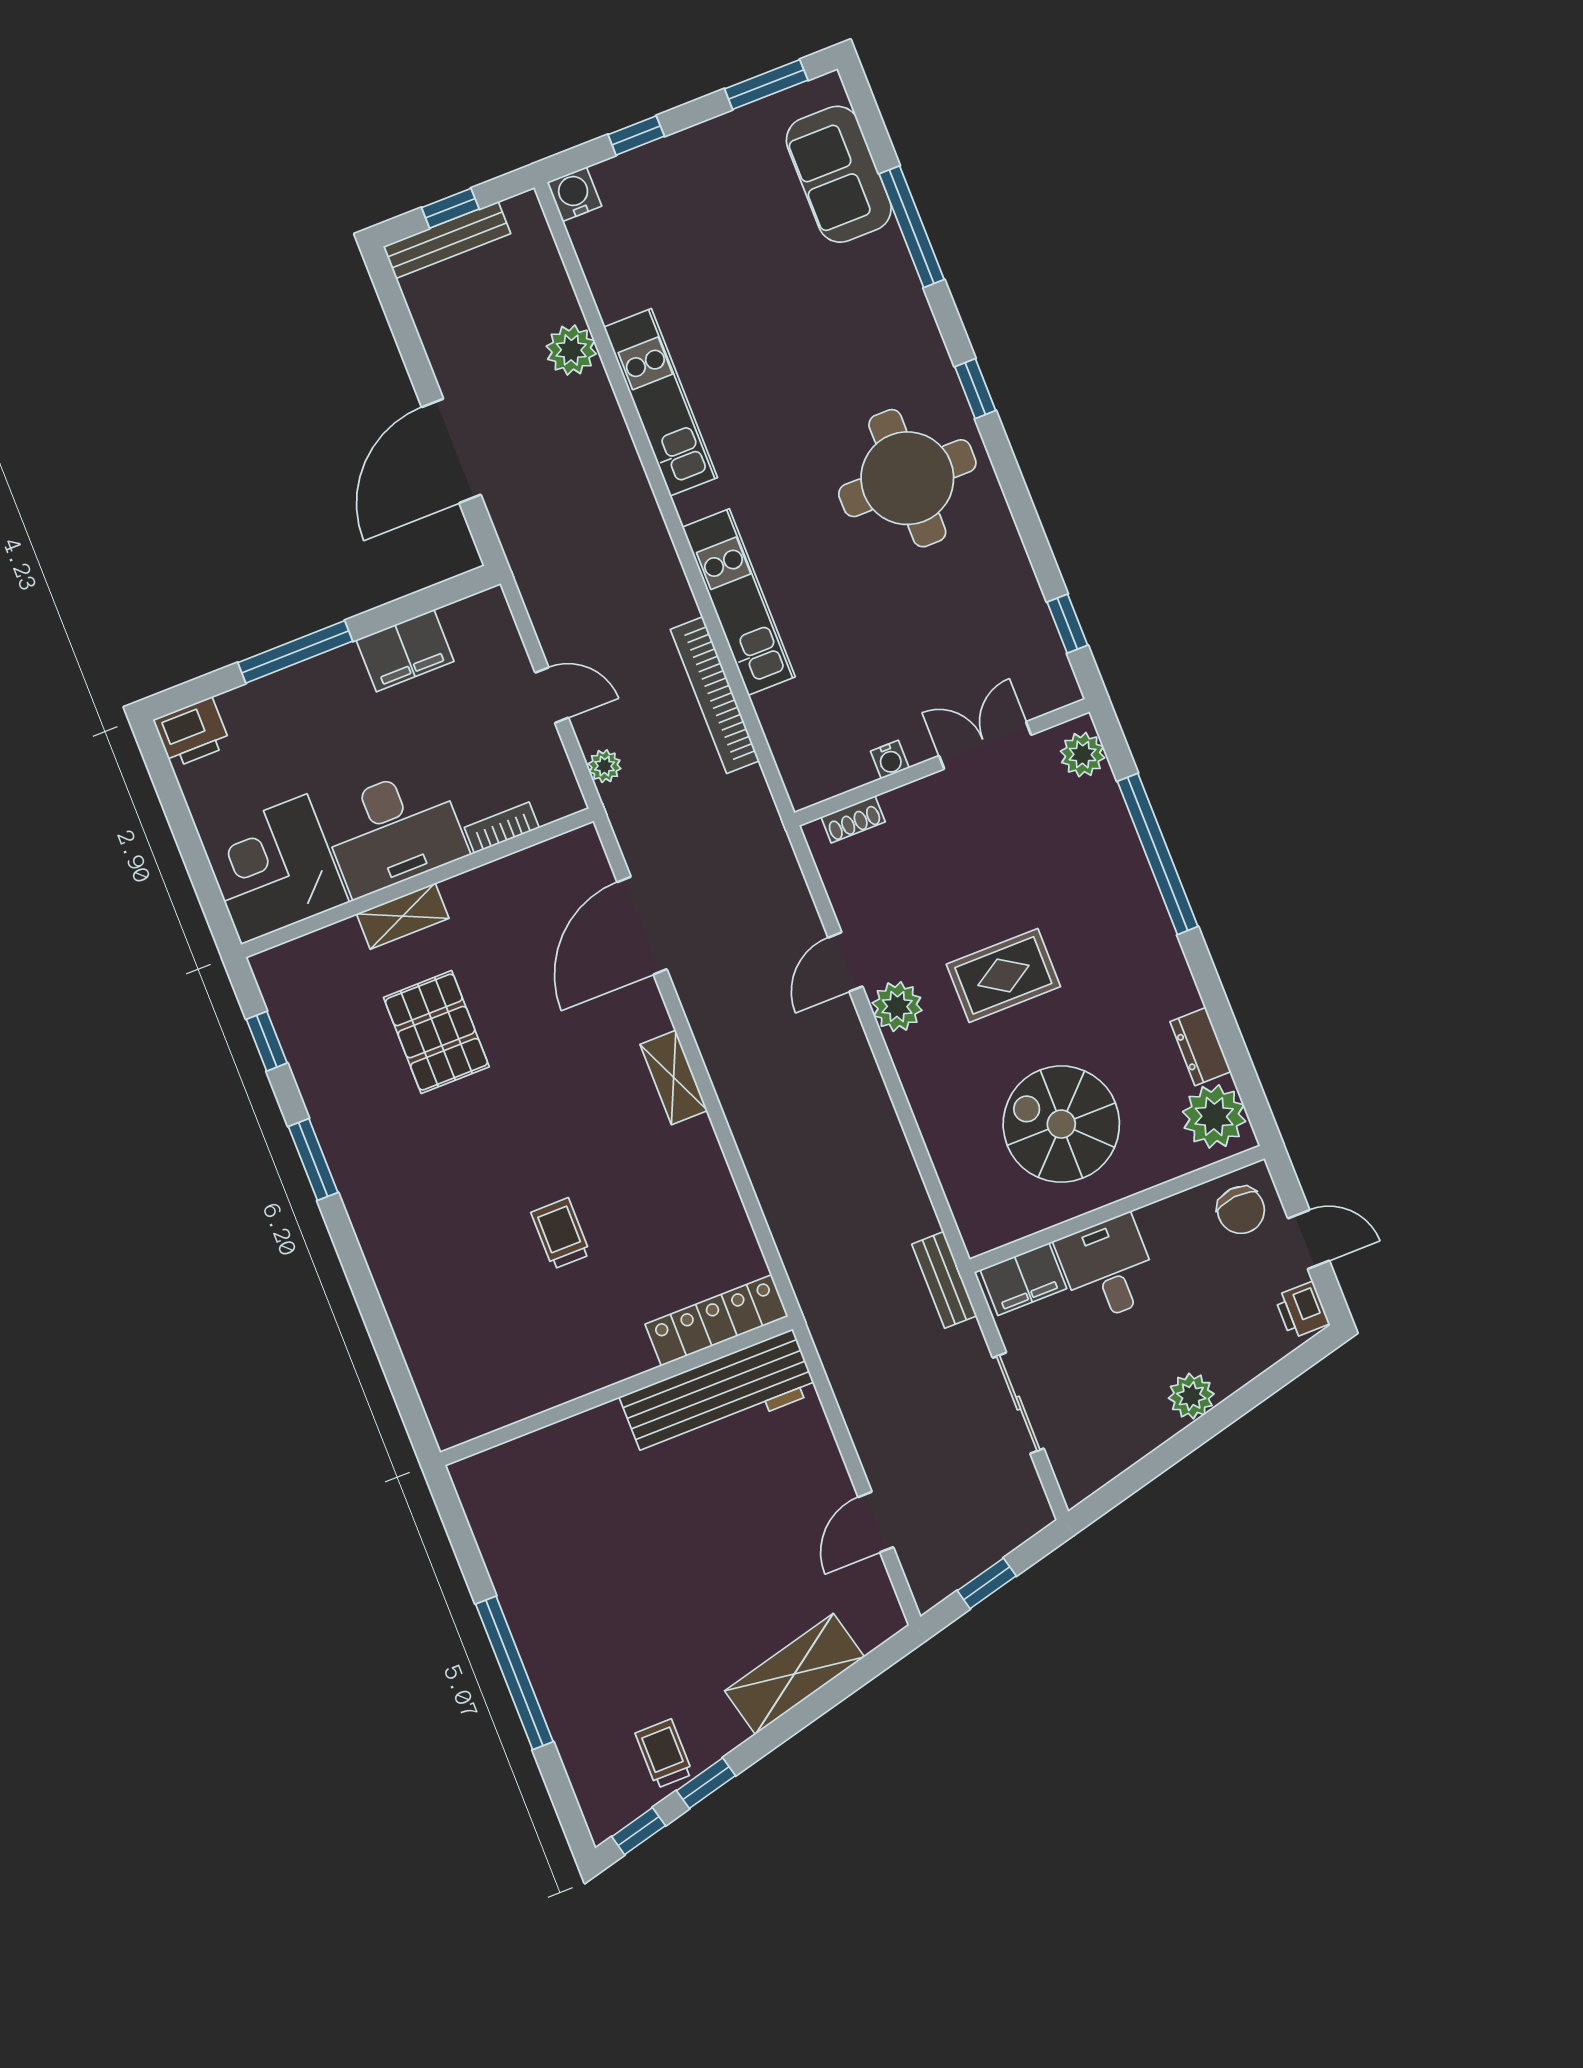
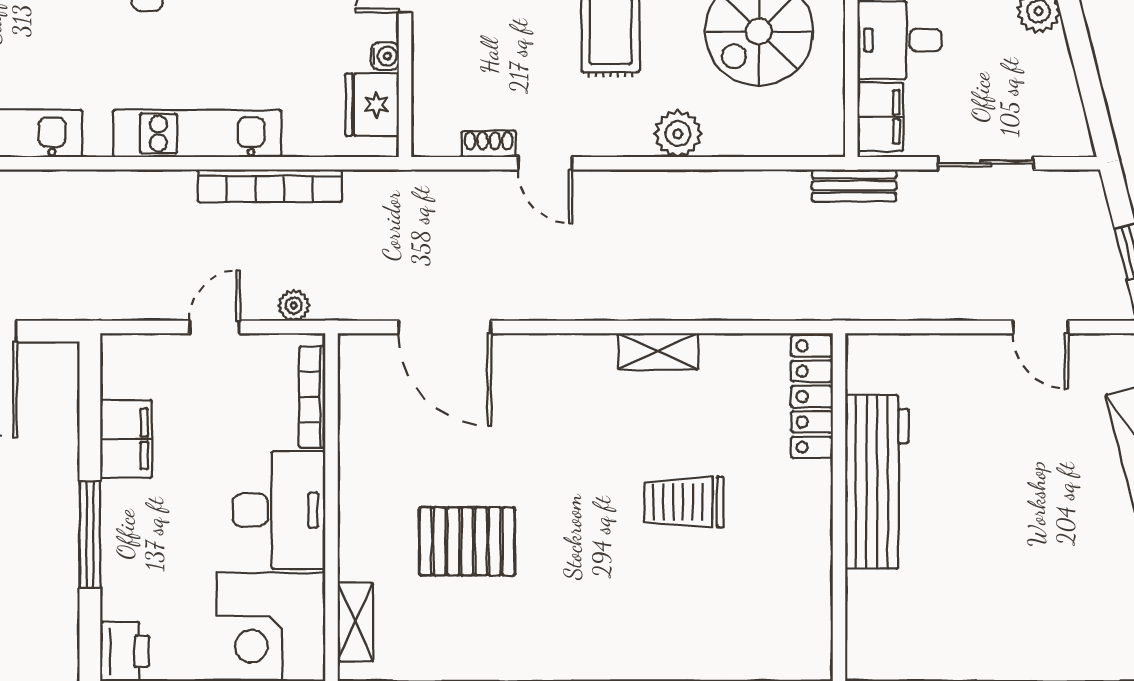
fridge: (836, 766) -> (372, 105), added
shoe rack: (853, 819) -> (489, 144), moved, turned -90
bookcase: (502, 828) -> (312, 397), width x1.56
shelving: (403, 916) -> (355, 622), moved
plant: (897, 1007) -> (678, 134), moved
shelving: (674, 1077) -> (658, 351), moved
trolley: (561, 1233) -> (684, 502), width x1.36, depth x1.39
workbench: (718, 1395) -> (877, 482), moved

